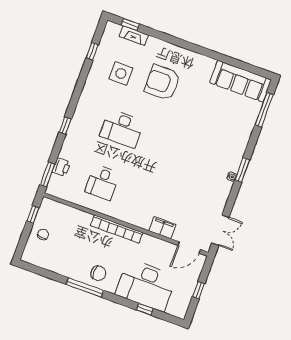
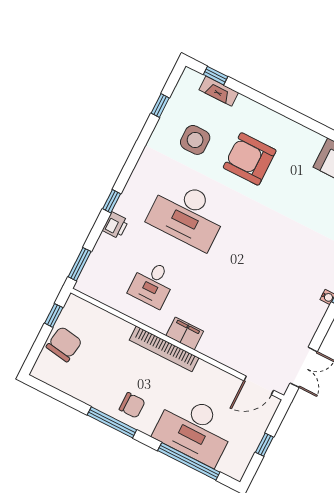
desk: (122, 129) -> (188, 214), width x1.36, depth x1.30
printer: (61, 167) -> (115, 225), moved
filing cabinet: (162, 228) -> (185, 333), moved
chair: (43, 234) -> (64, 344), width x1.87, depth x1.87
window: (145, 309) -> (189, 461), width x3.17

